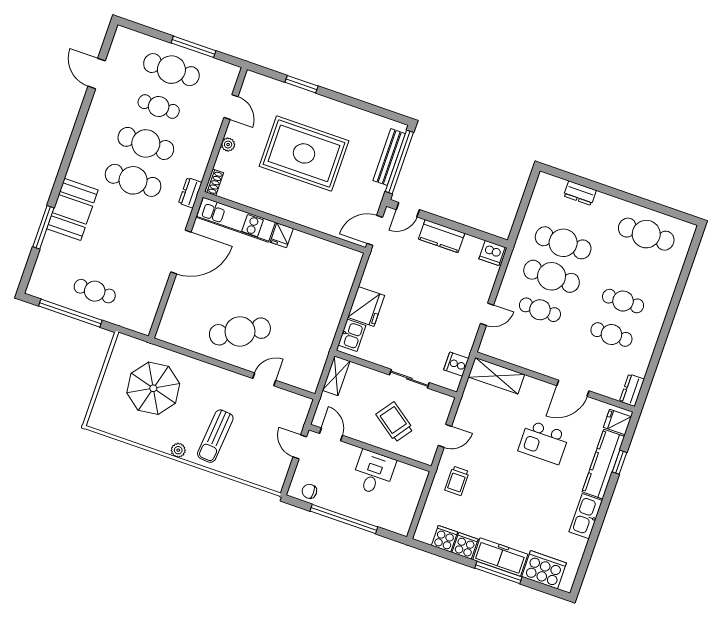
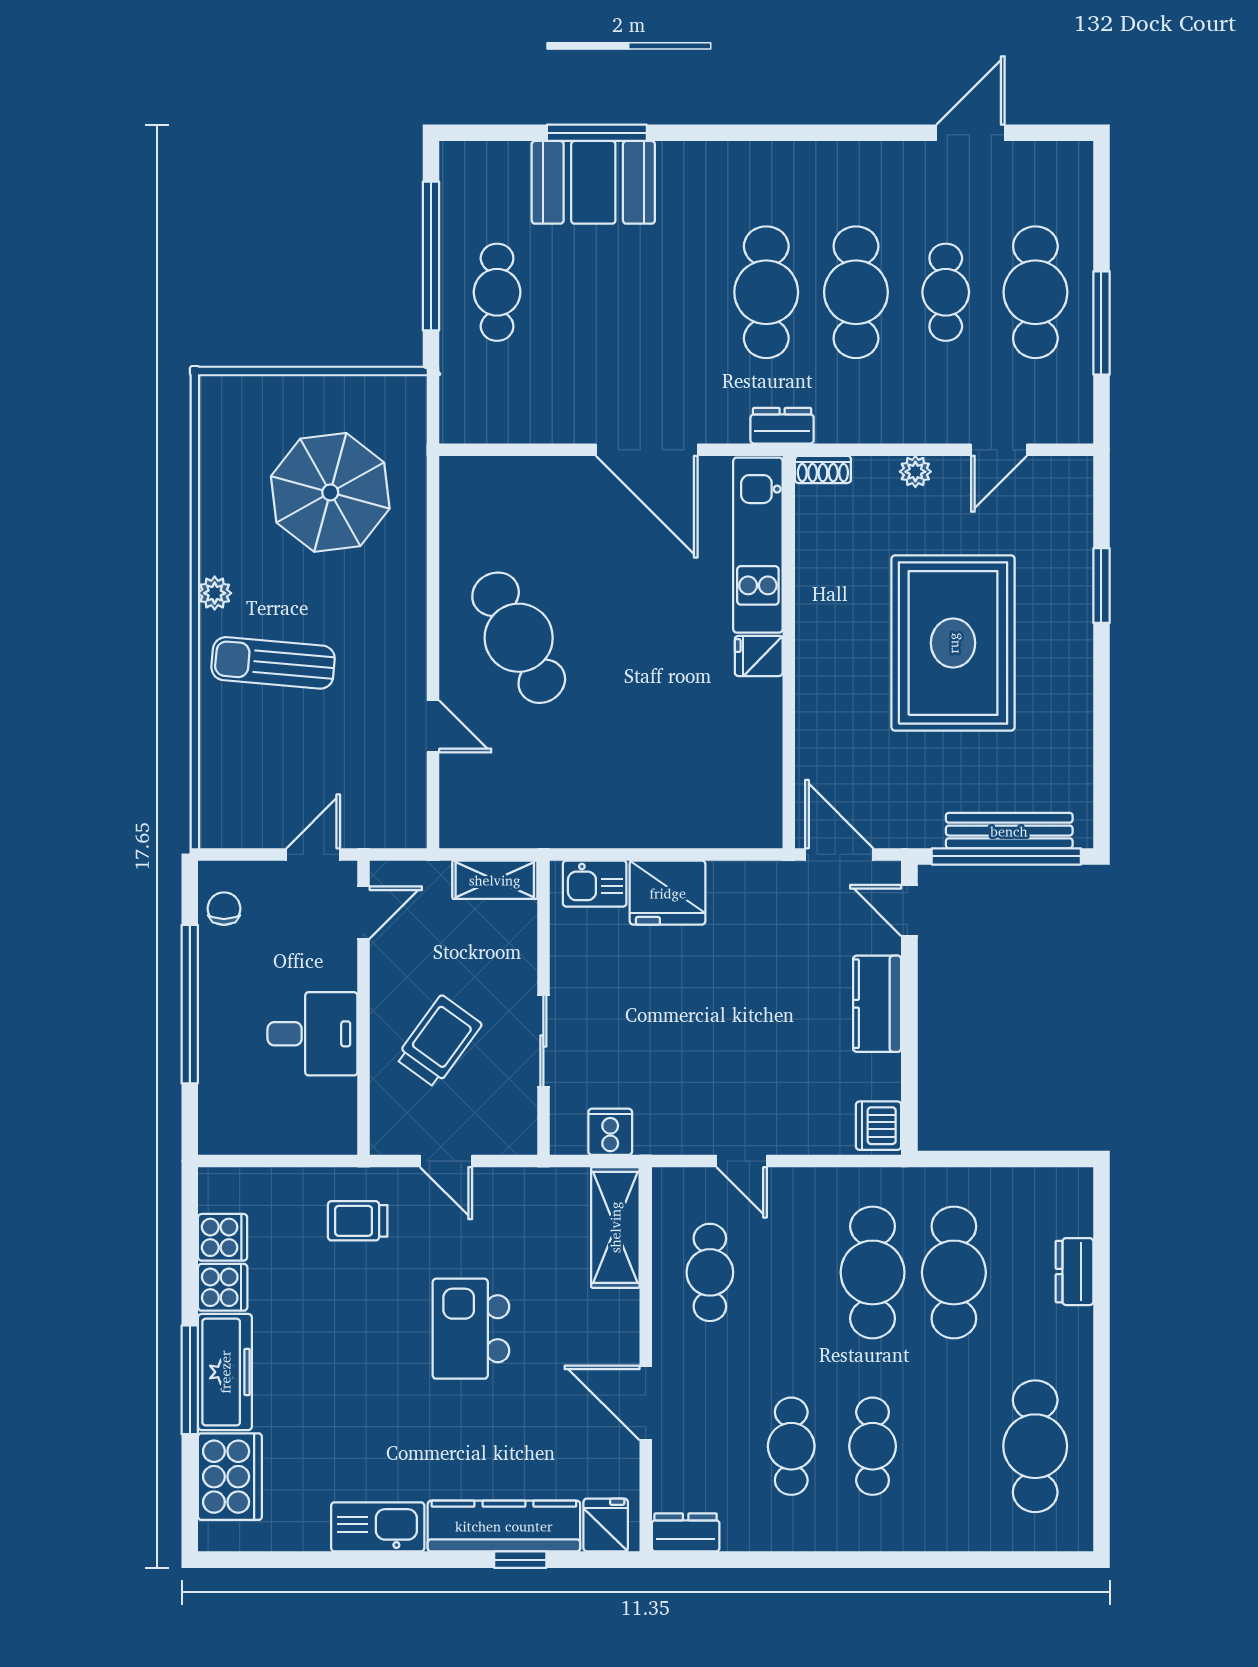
booth: (72, 209) -> (593, 182), moved
cafe table: (540, 310) -> (710, 1272), moved
kitchen island: (544, 442) -> (471, 1329), moved

